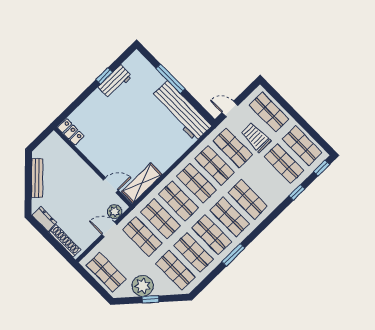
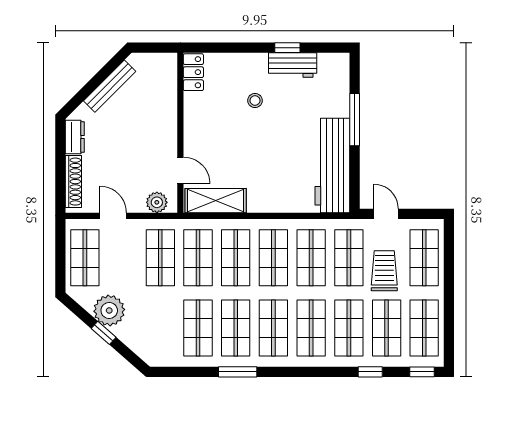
stool: (114, 117) -> (255, 101), added
door: (109, 229) -> (113, 216), moved
shop shelf: (175, 270) -> (349, 328), moved

